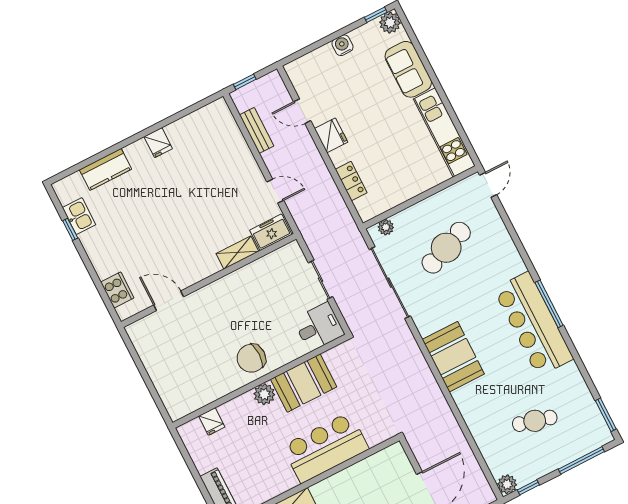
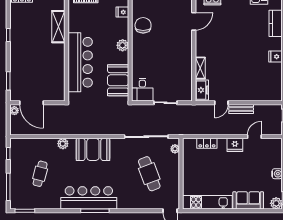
bench: (257, 130) -> (241, 109), moved
chair: (251, 358) -> (143, 25), moved
booth: (304, 383) -> (118, 80), moved
bar counter: (325, 448) -> (80, 62), width x1.36
plant: (507, 484) -> (63, 144), moved

